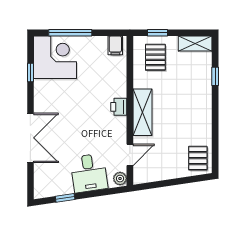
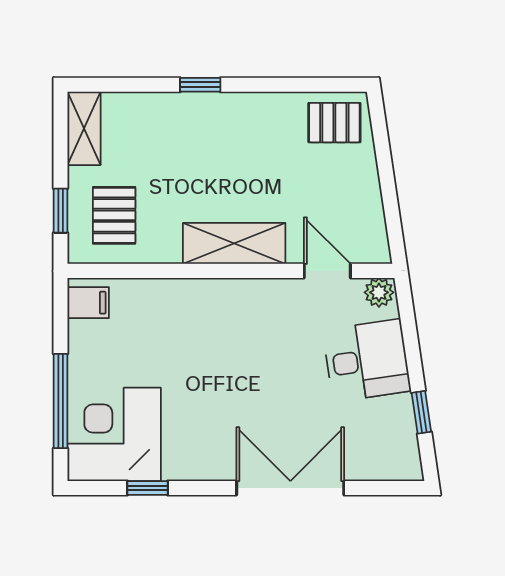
pallet: (155, 57) -> (114, 215), turned 90
window: (215, 76) -> (200, 85), moved
printer: (119, 107) -> (222, 295), removed

